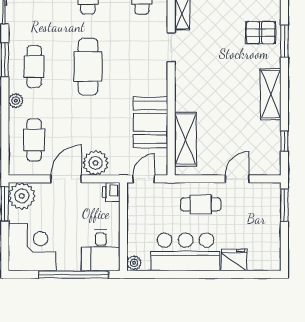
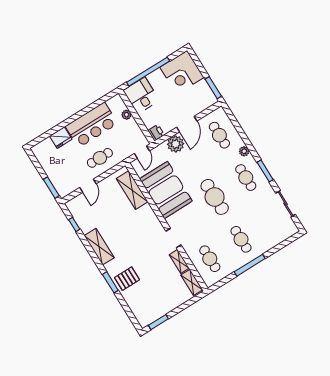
booth: (150, 122) -> (166, 190), width x1.36, depth x1.42
plant: (22, 196) -> (206, 98), removed
plant: (134, 263) -> (126, 115), moved

